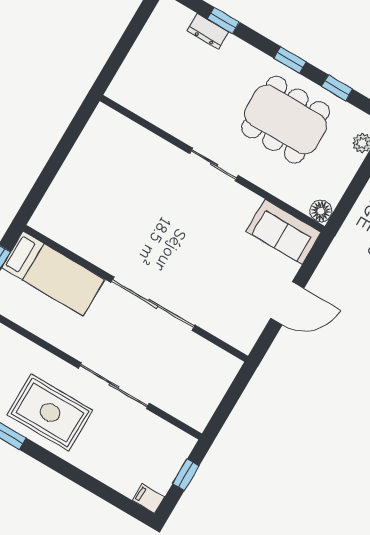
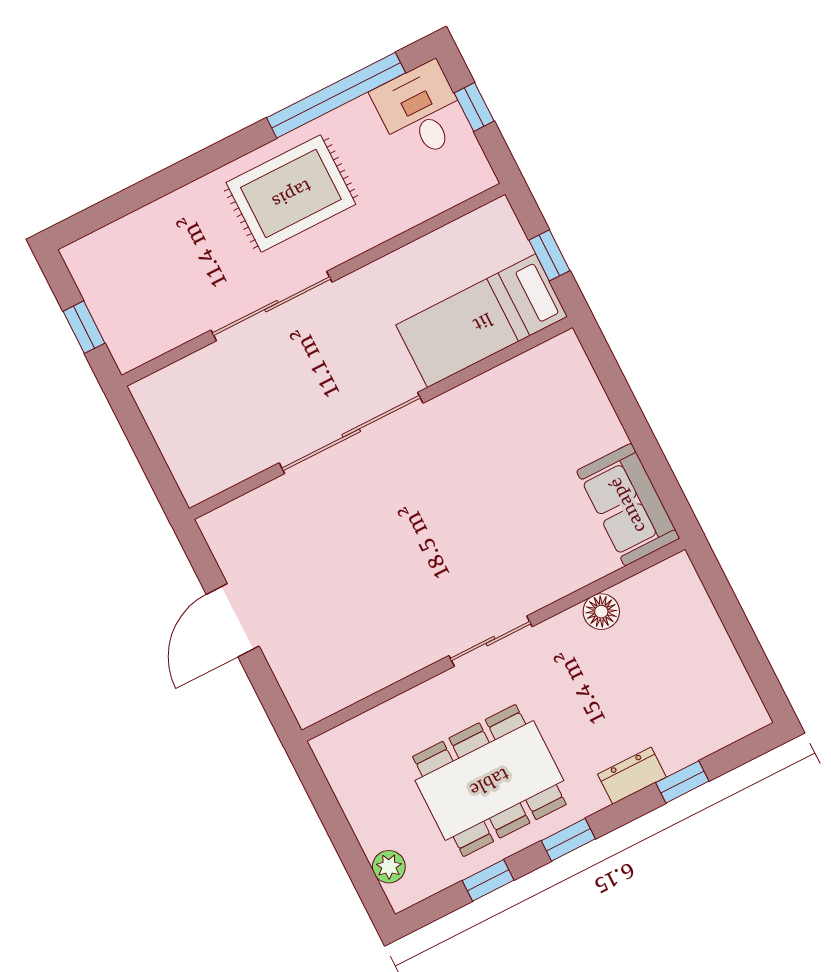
dresser: (208, 31) -> (632, 776), moved
floor lamp: (321, 211) -> (601, 612), moved
sofa: (284, 232) -> (628, 505), moved, turned -90
filing cabinet: (148, 499) -> (84, 254), removed

